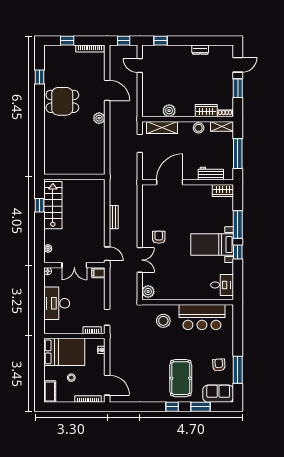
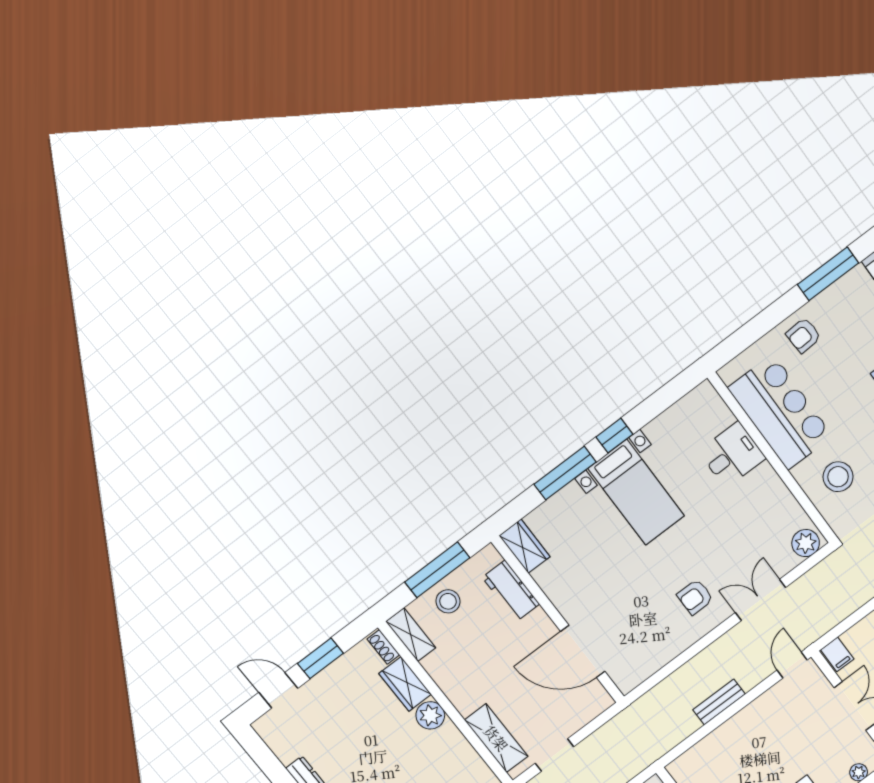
plant: (169, 111) -> (430, 715), moved
stool: (199, 128) -> (448, 601), moved
desk: (222, 285) -> (732, 455), moved, turned 90
armchair: (219, 365) -> (803, 335), moved

